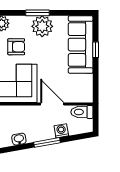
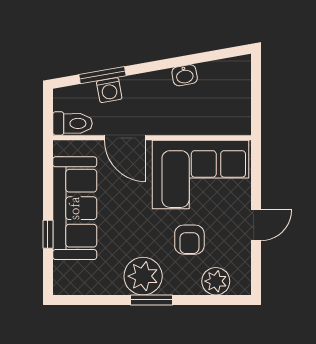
sofa: (81, 45) -> (75, 208), moved
armchair: (16, 47) -> (189, 240), turned -90
window: (47, 142) -> (102, 75), moved

